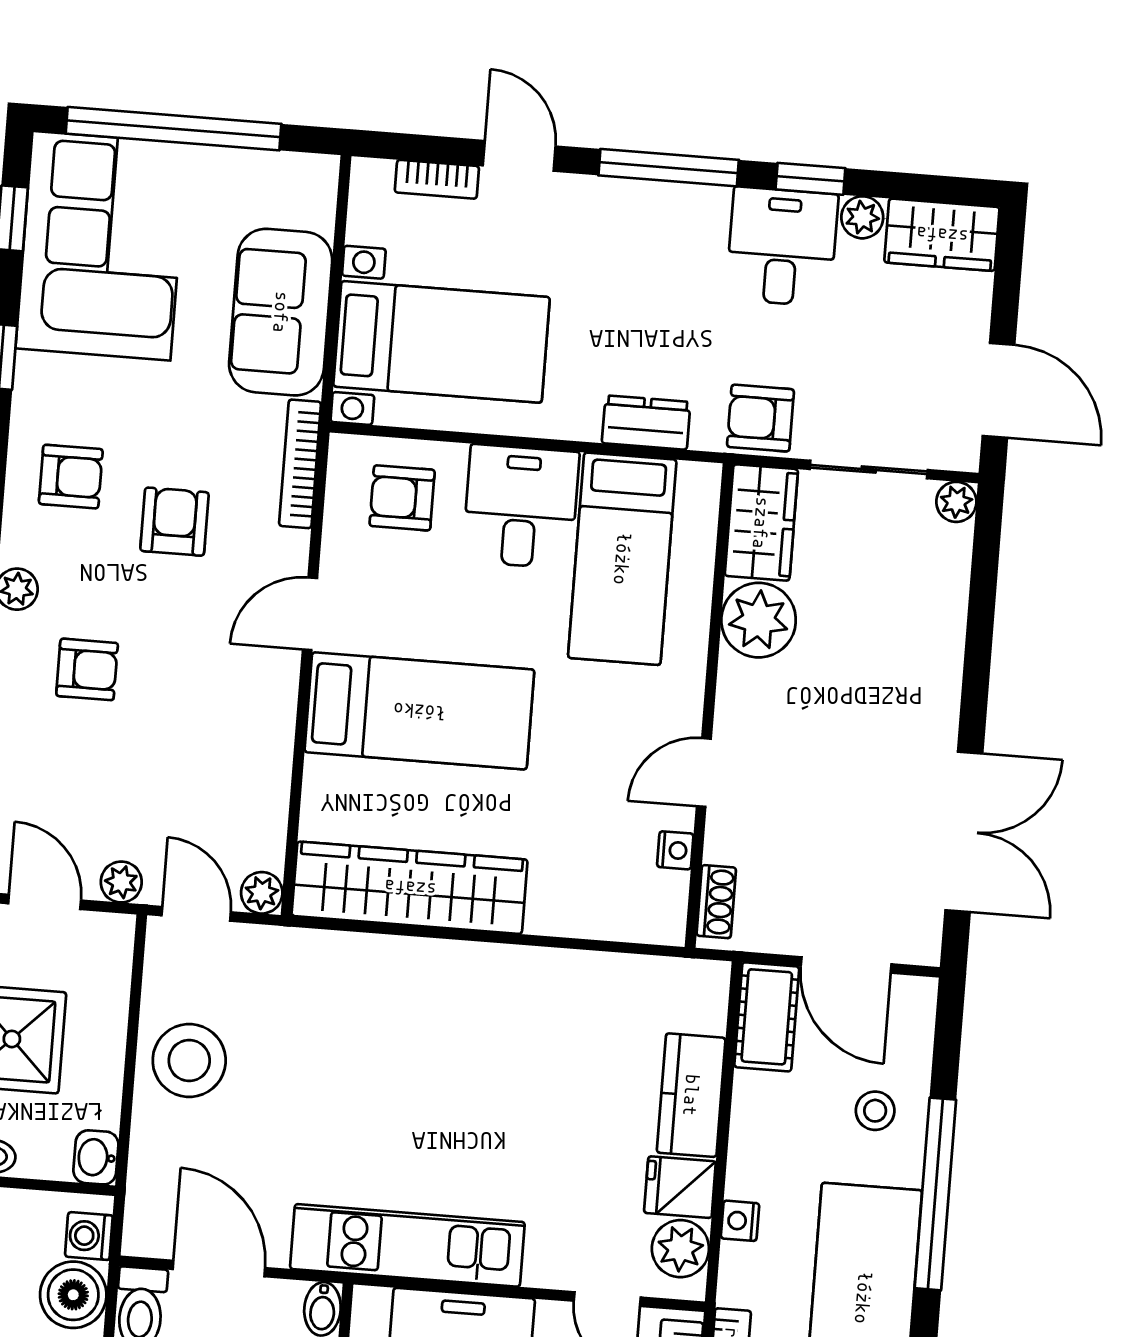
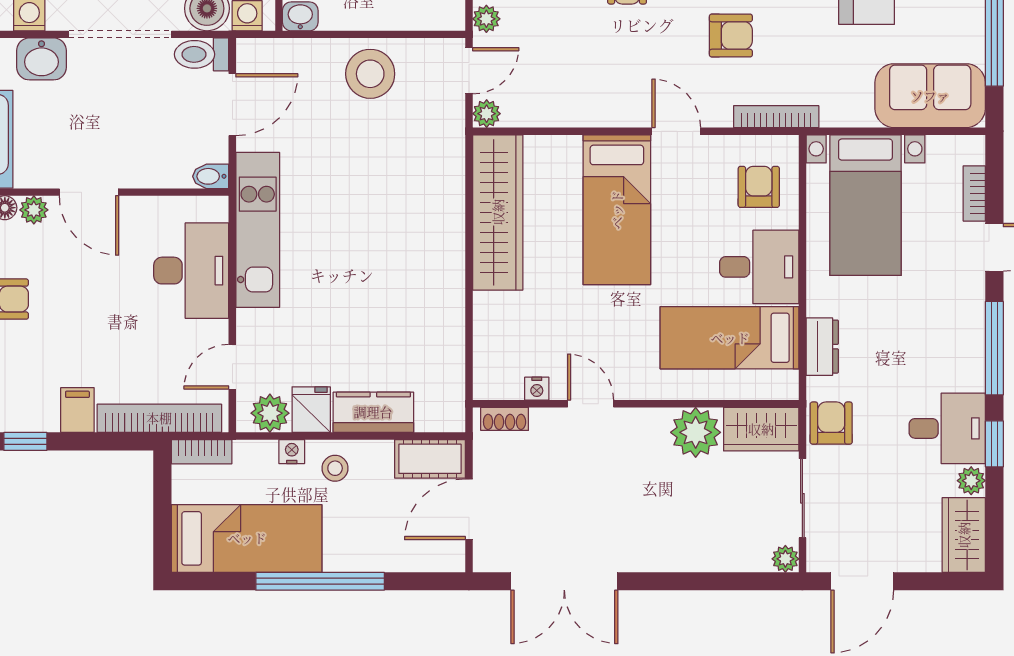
sofa: (281, 312) -> (930, 96), moved
stool: (875, 1111) -> (335, 468), moved

